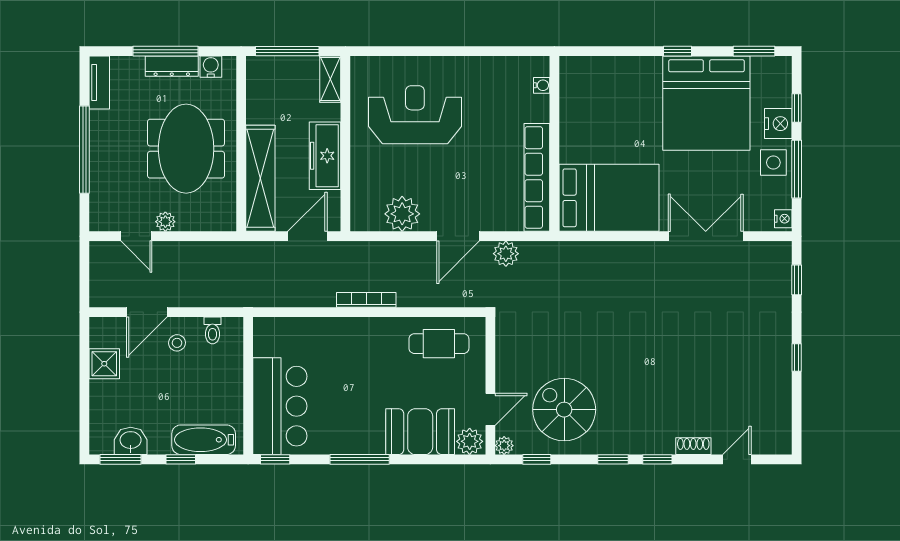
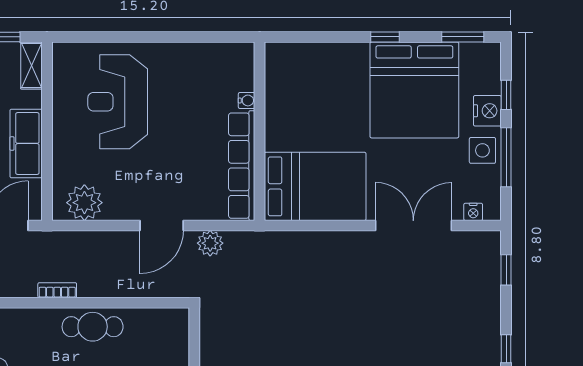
water cooler: (542, 85) -> (247, 100), moved
reception desk: (415, 115) -> (118, 102), turned -90
plant: (402, 214) -> (84, 203), moved
nightstand: (783, 219) -> (473, 212), moved, turned 90
bookcase: (366, 300) -> (57, 290), width x0.64
cafe table: (439, 344) -> (93, 327), moved

